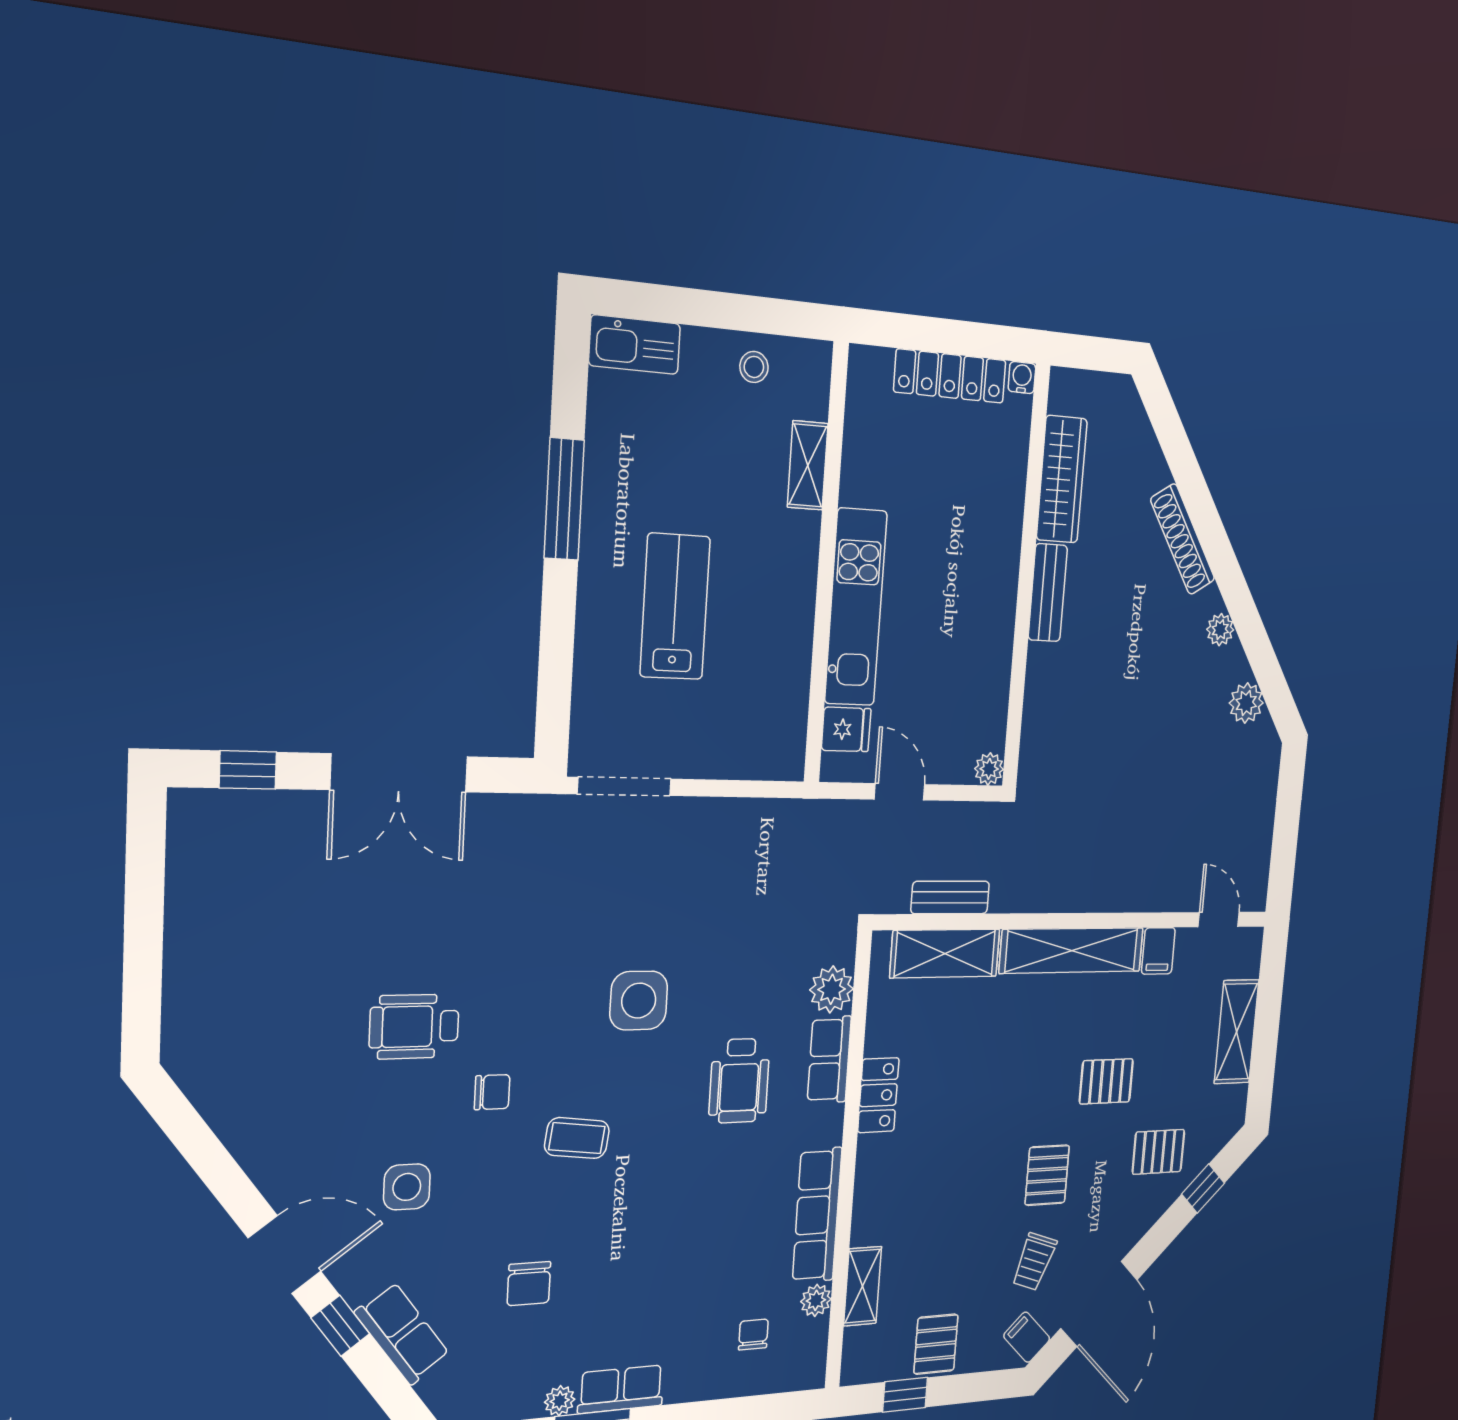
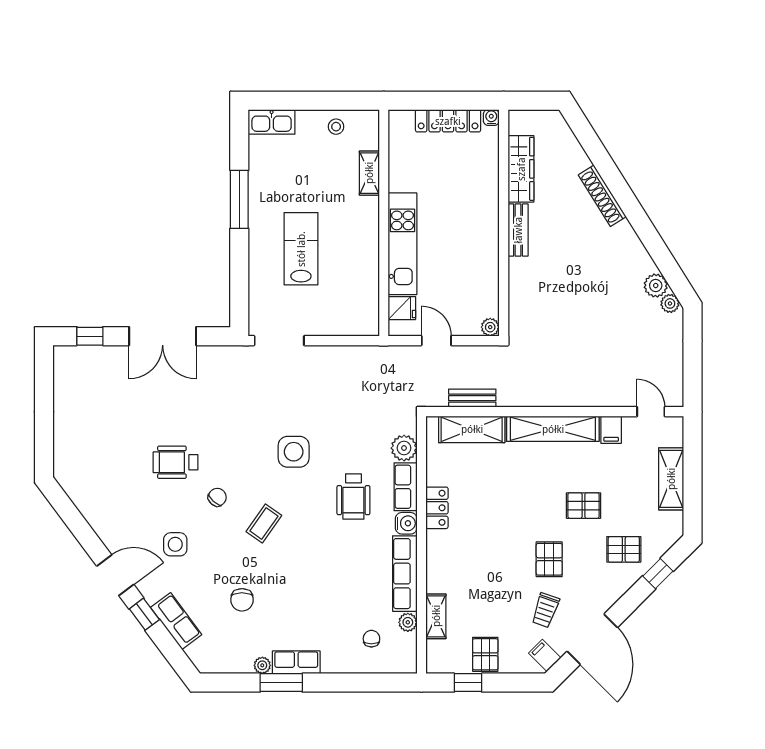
plant: (1220, 630) -> (670, 303), moved
chair: (492, 1092) -> (217, 497), turned -48
water cooler: (826, 1125) -> (406, 523), added
coffee table: (577, 1138) -> (264, 523), turned -62

